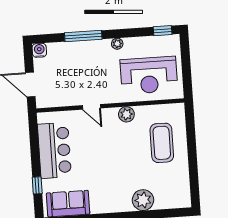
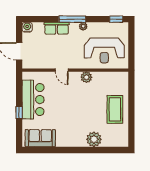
window: (83, 36) -> (72, 19), moved
row of seats: (80, 49) -> (57, 28), added
coffee table: (162, 143) -> (115, 109), moved
window: (37, 185) -> (19, 113), moved

